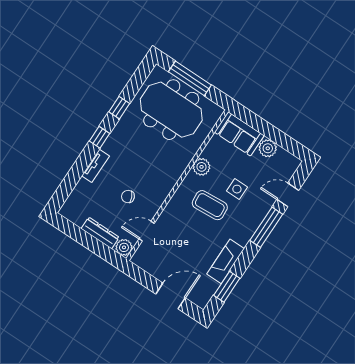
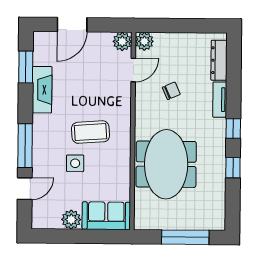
meeting table: (171, 110) -> (166, 164), moved, turned 90
plant: (202, 167) -> (122, 42), moved
dresser: (100, 233) -> (219, 60), moved, turned 90

